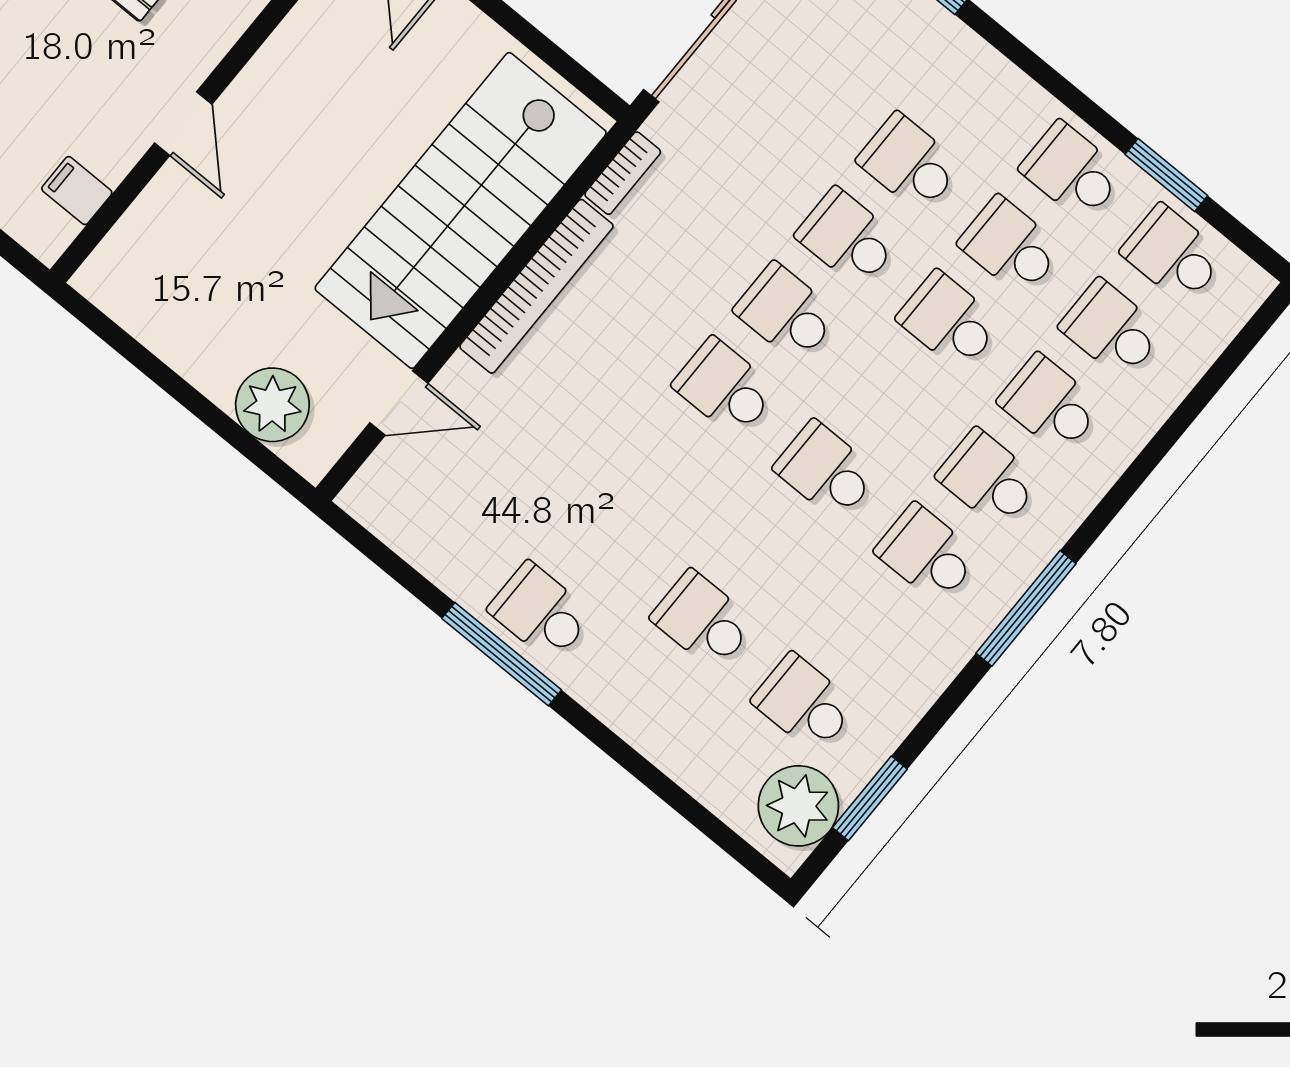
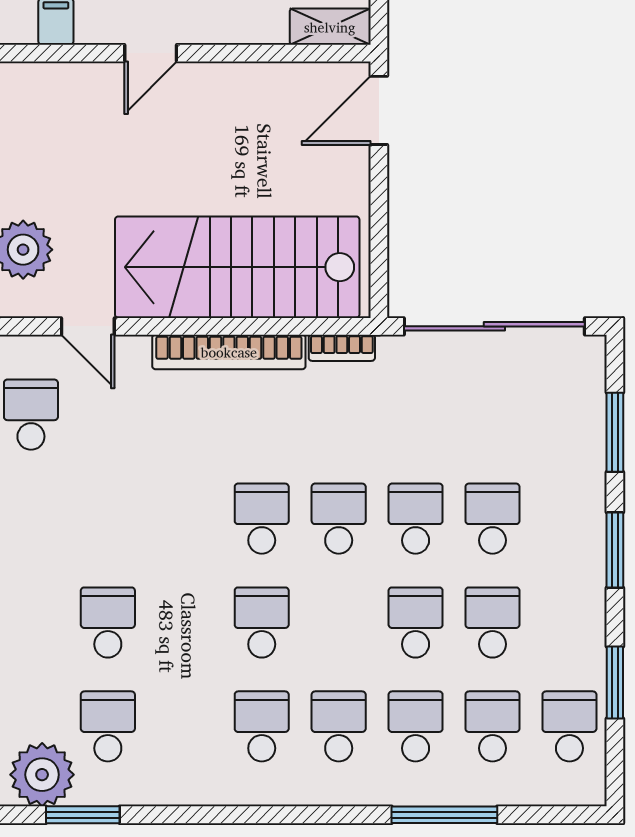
window: (1037, 69) -> (615, 550), added
school desk: (1072, 171) -> (569, 623), removed
window: (1026, 608) -> (444, 815), moved
school desk: (540, 612) -> (31, 415), moved

